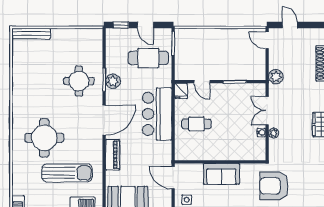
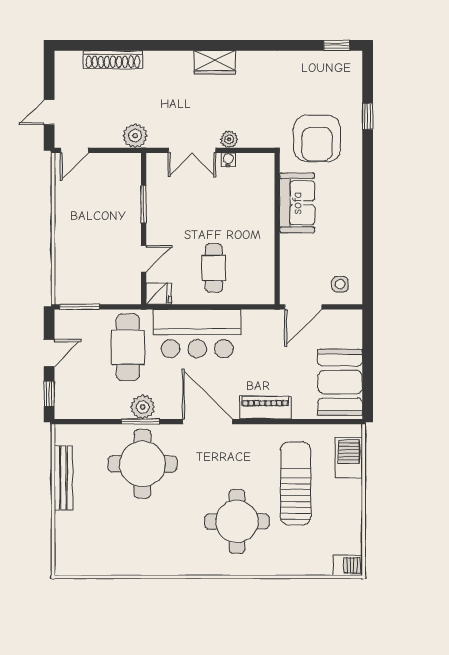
bench: (31, 34) -> (63, 478), moved
cafe table: (148, 58) -> (128, 347), moved
round table: (79, 81) -> (142, 464), width x1.36, depth x1.36
sofa: (221, 174) -> (297, 203), moved

